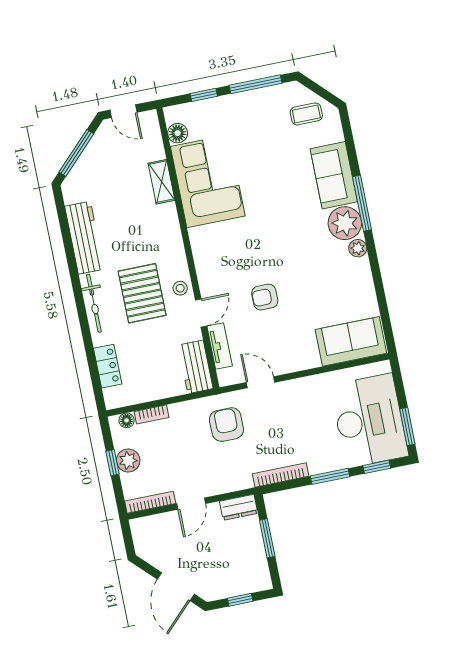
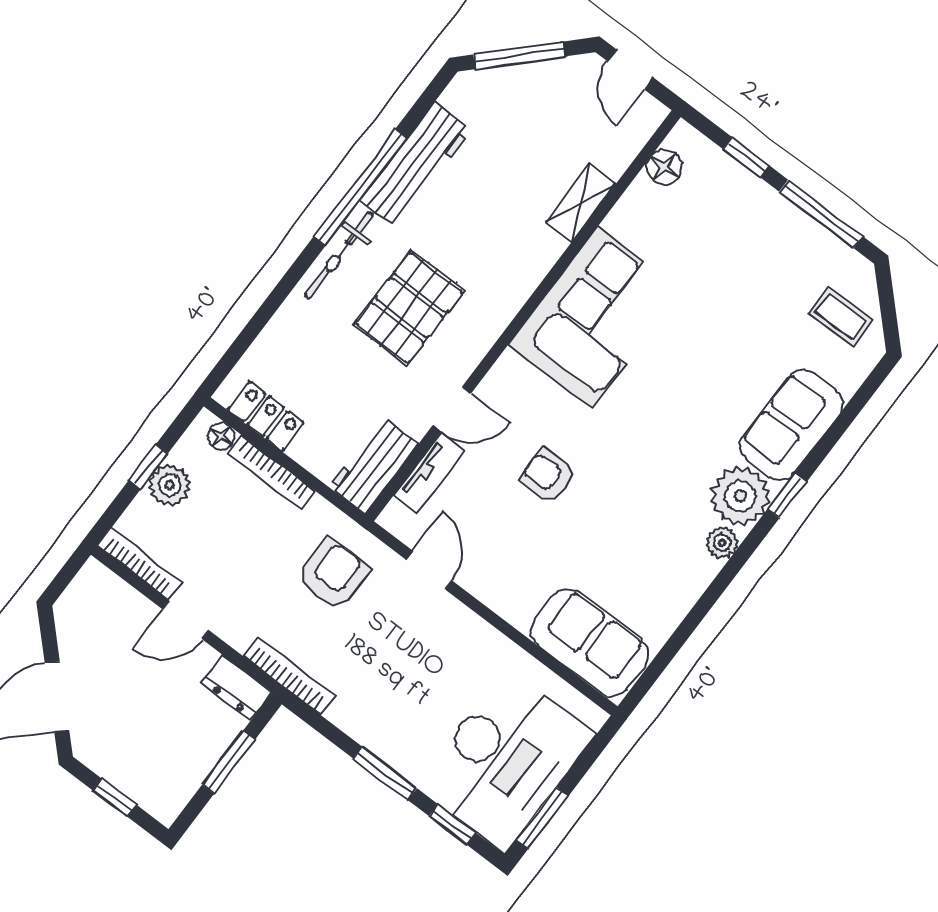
corner sofa: (208, 181) -> (595, 318), moved
window: (362, 203) -> (787, 496), width x0.46
window: (73, 269) -> (360, 187), added
stool: (180, 288) -> (460, 353), removed
locker: (108, 366) -> (266, 416), moved, turned -90
bookcase: (151, 414) -> (271, 472), width x1.56
bookcase: (281, 475) -> (289, 675), moved

